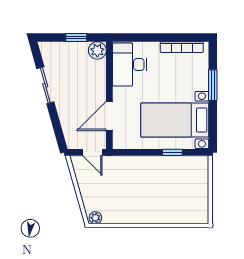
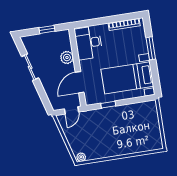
plant: (97, 50) -> (67, 57), moved
door: (92, 152) -> (72, 110), hinge flipped
window: (172, 152) -> (108, 105), moved

